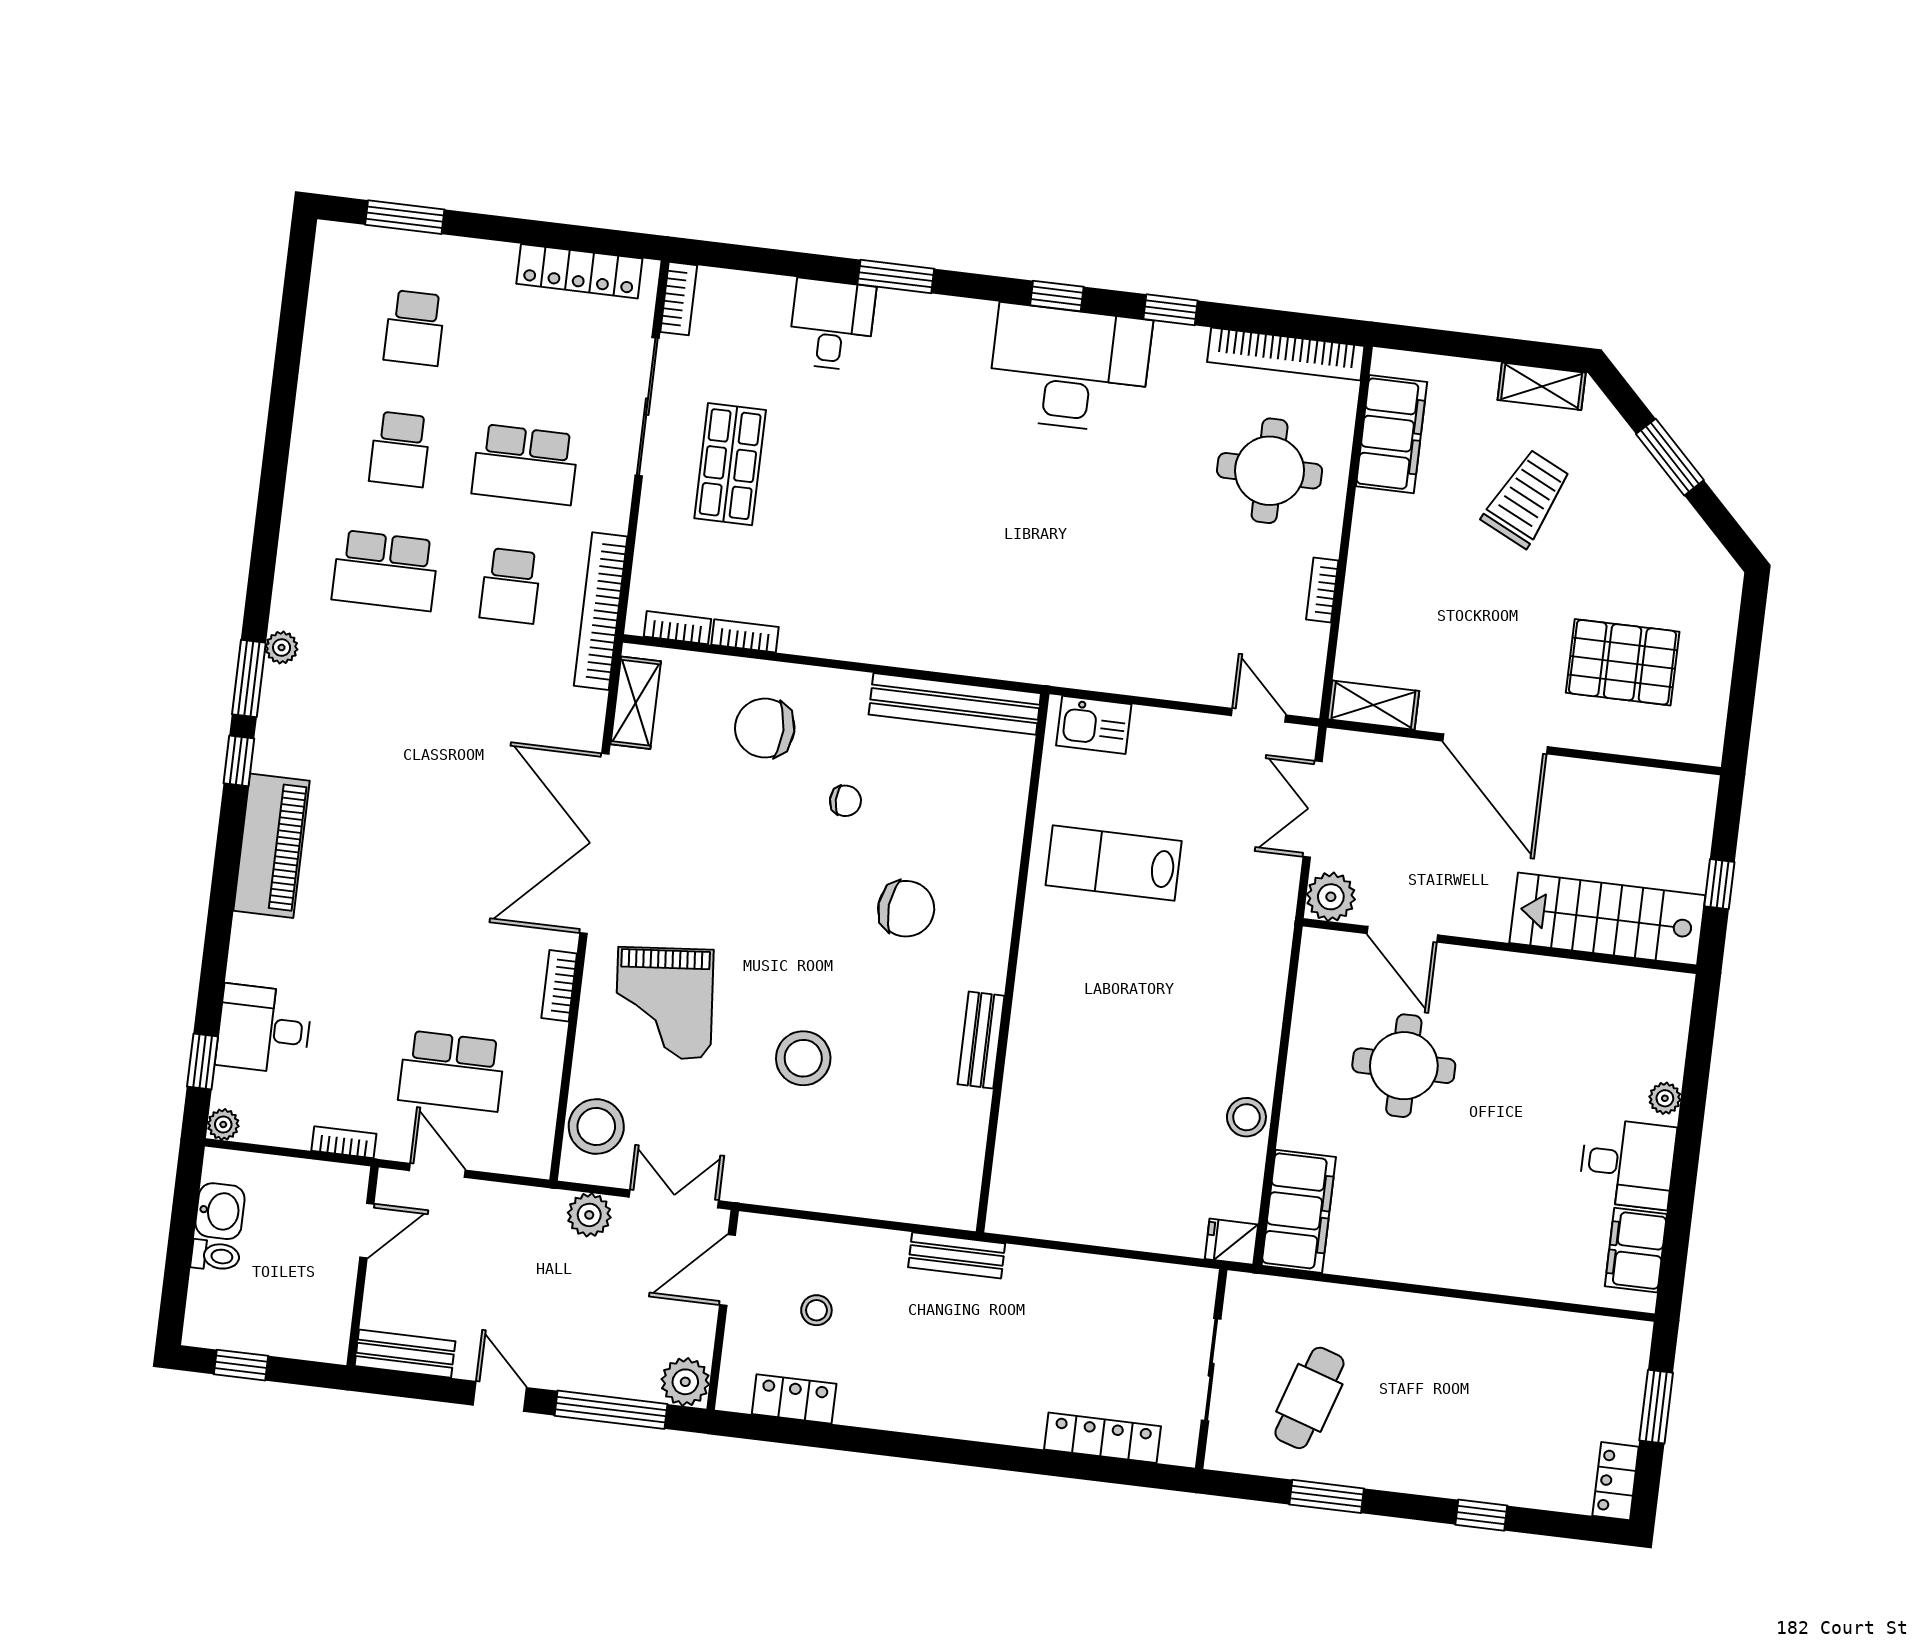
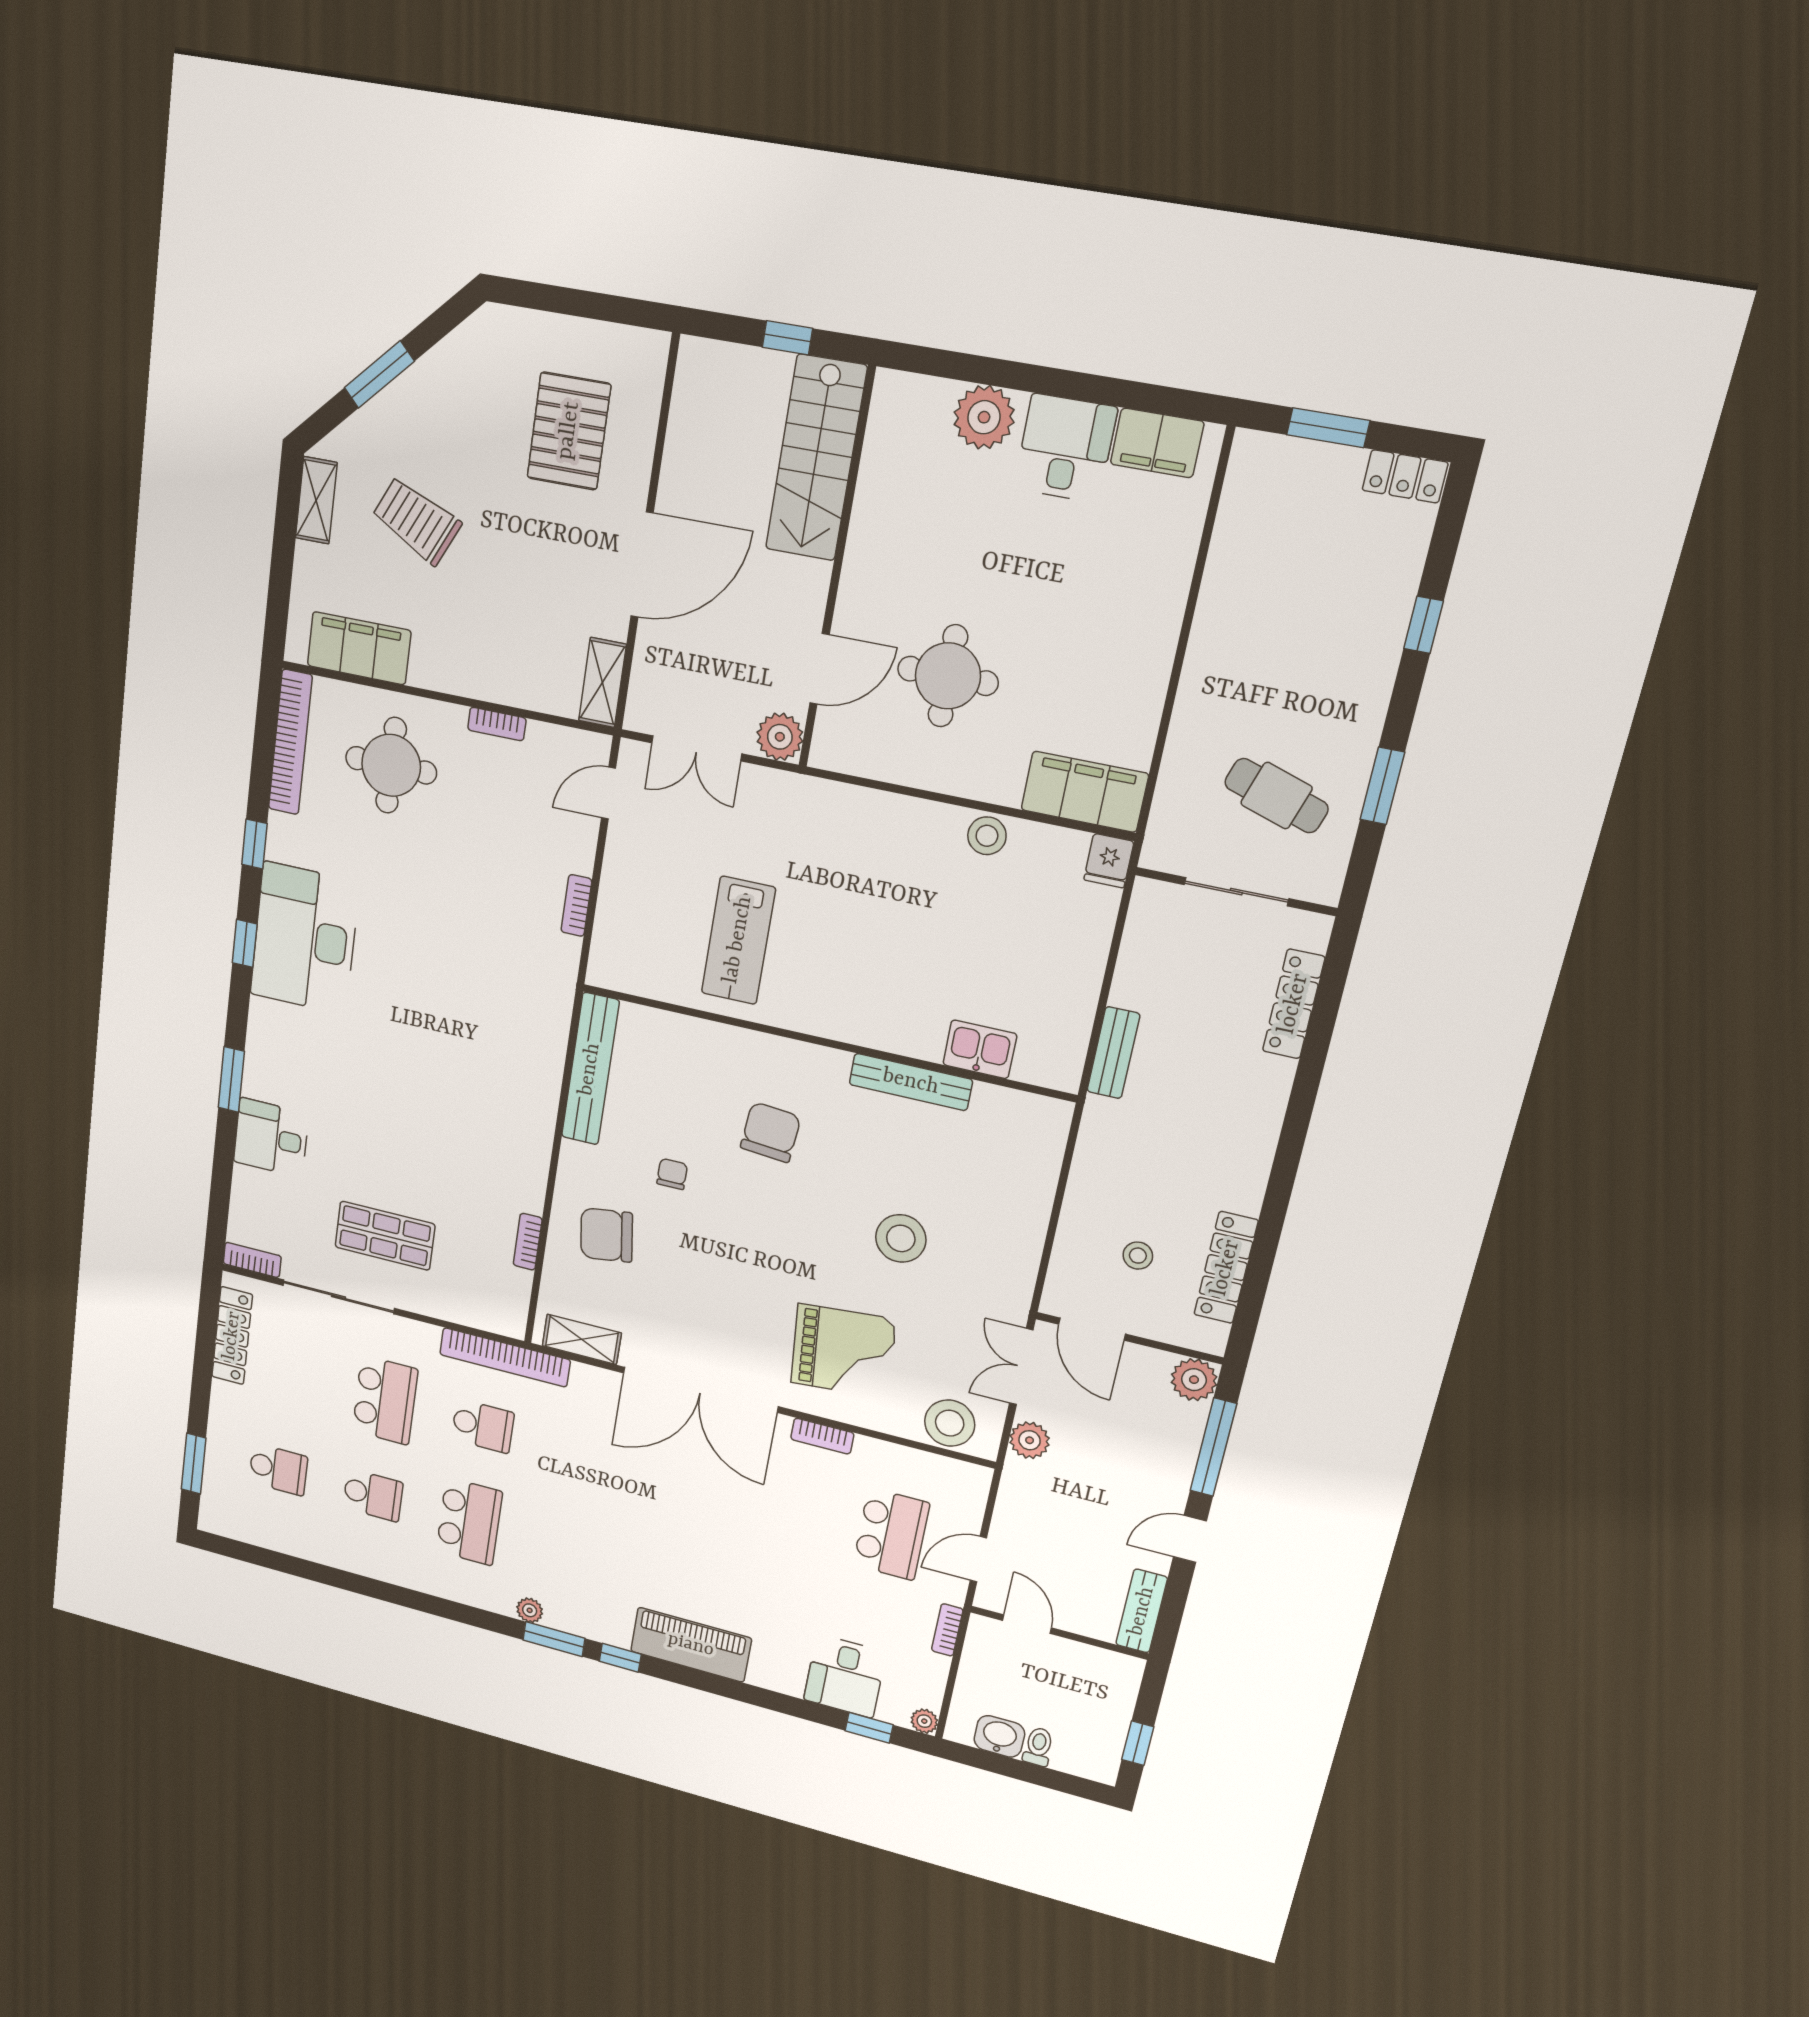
bookcase: (677, 628) -> (576, 905), moved
kitchen sink: (1094, 725) -> (980, 1049), moved, turned -90
chair: (765, 728) -> (607, 1235), turned 82
bench: (981, 1040) -> (911, 1082), width x1.36
plant: (1665, 1098) -> (984, 417), width x1.87, depth x1.87
bench: (957, 1255) -> (1113, 1053), moved
locker: (794, 1399) -> (1226, 1268), width x1.53

